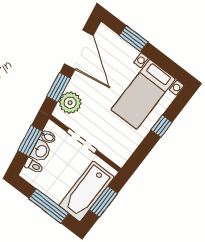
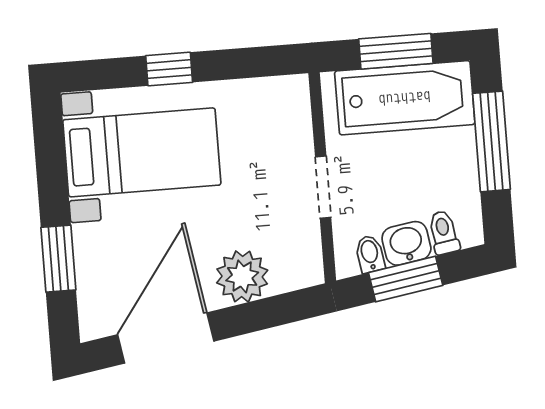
window: (59, 87) -> (265, 314), removed
plant: (70, 103) -> (242, 276), moved
doorway: (82, 141) -> (323, 187), width x0.73

